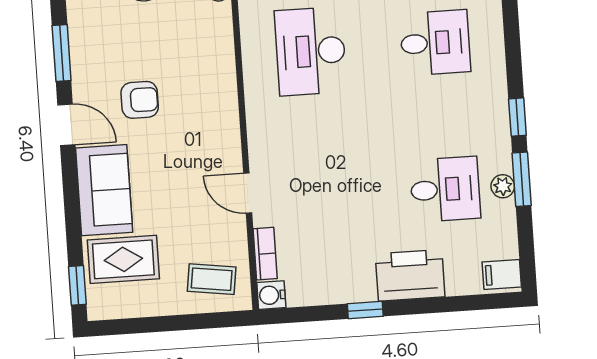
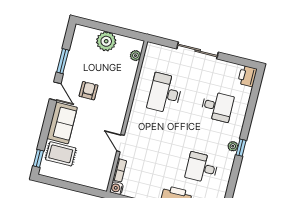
armchair: (140, 100) -> (88, 91), turned -90
window: (522, 179) -> (235, 174), removed
plant: (503, 186) -> (233, 146), moved
desk: (445, 189) -> (202, 168), turned 180
coffee table: (212, 279) -> (94, 174), removed

